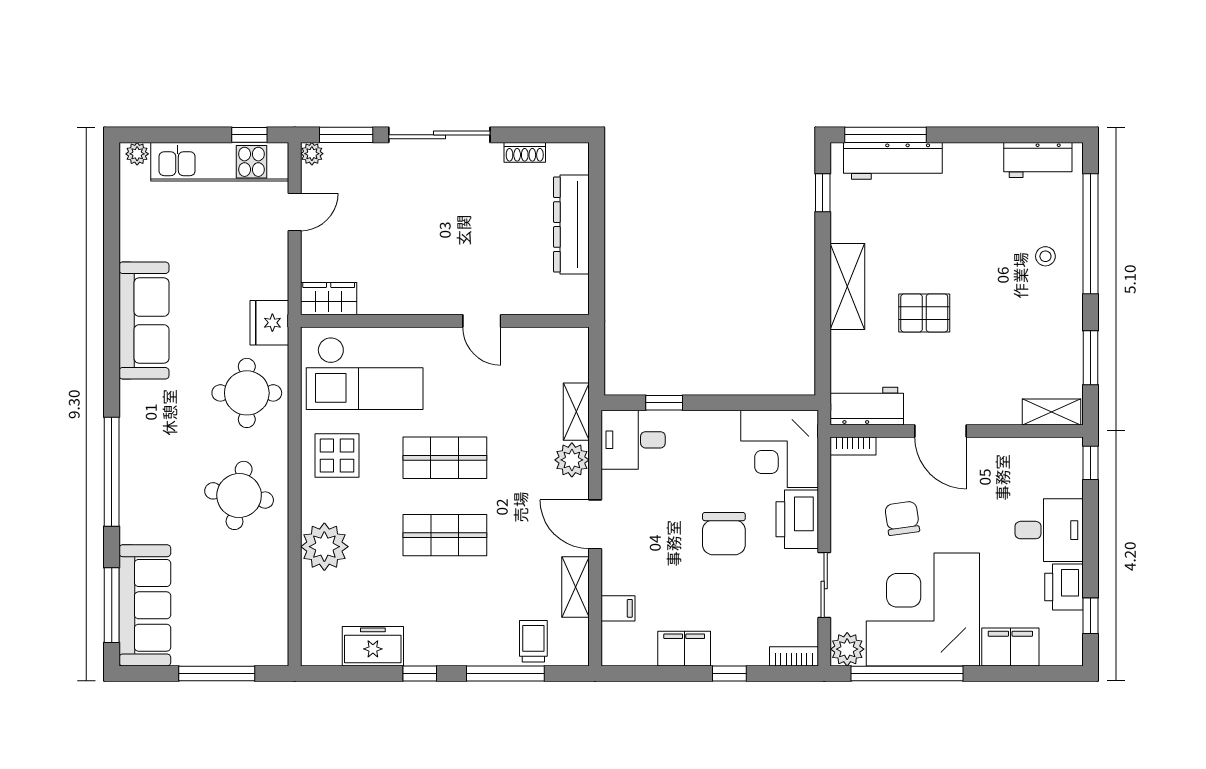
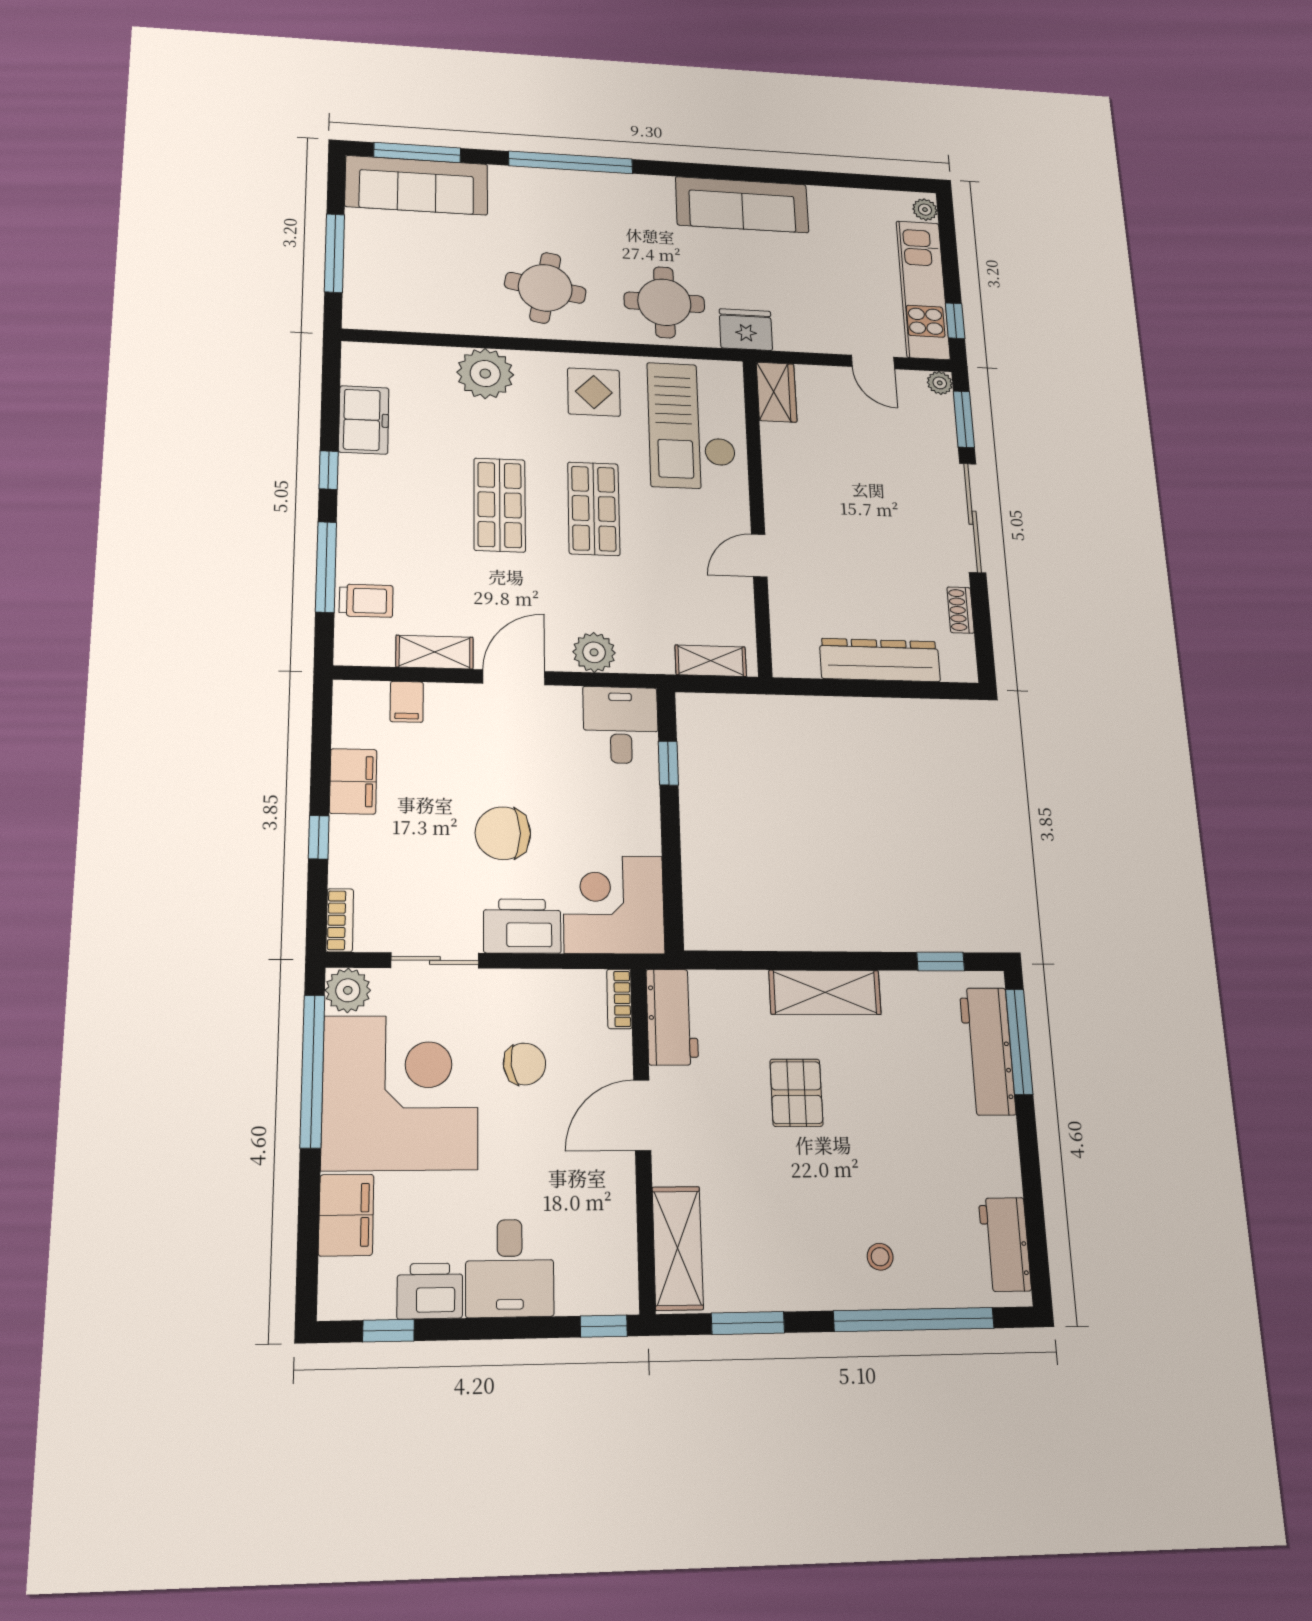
shelving: (576, 412) -> (711, 661), moved
shelving: (1051, 412) -> (678, 1248), width x1.50, depth x1.33

